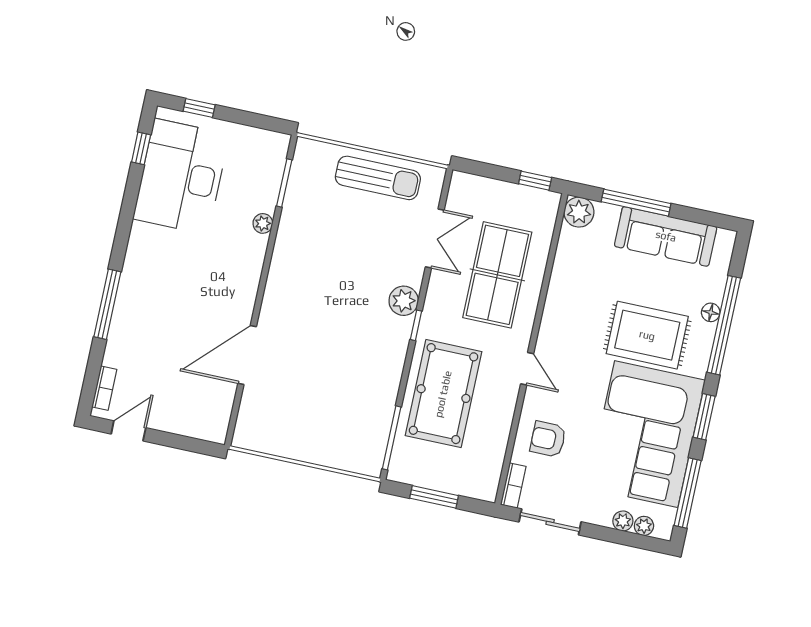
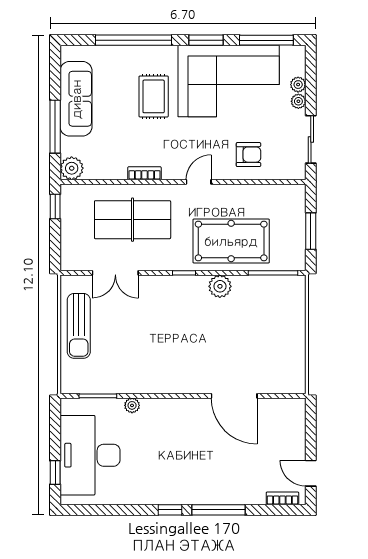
window: (141, 148) -> (170, 510), moved
desk: (181, 177) -> (90, 455), moved, turned 90
sun lounger: (378, 178) -> (79, 326), turned 180
double door: (435, 238) -> (115, 273), swing flipped
plant: (404, 301) -> (220, 286), moved
floor lamp: (711, 312) -> (126, 52), removed
rug: (647, 335) -> (154, 96), width x0.73, depth x0.70
armchair: (548, 439) -> (248, 155), turned -90
bookcase: (513, 486) -> (144, 173), moved
plant: (644, 526) -> (298, 101), moved

